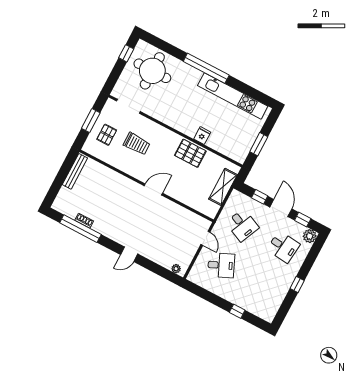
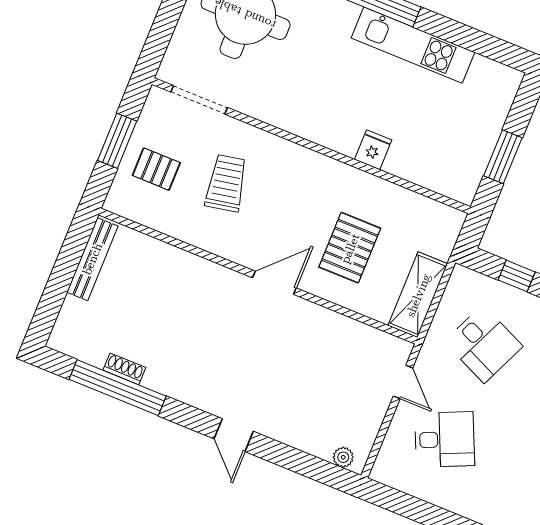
kitchen unit: (233, 96) -> (413, 45), width x0.73
pallet: (107, 135) -> (156, 169), turned 90
trolley: (137, 144) -> (226, 183), turned -101
pallet: (190, 153) -> (350, 248), moved, turned 90
shelving: (223, 187) -> (418, 295), moved
door: (129, 254) -> (234, 435), hinge flipped

